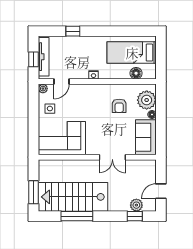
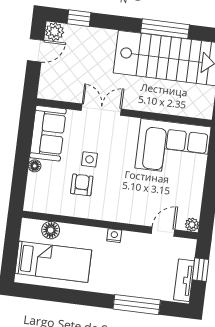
window: (73, 31) -> (137, 305), width x2.17
tv unit: (44, 57) -> (184, 280), width x0.71
plant: (147, 100) -> (40, 188), removed
side table: (50, 109) -> (89, 159), moved
plant: (136, 205) -> (55, 32), moved

